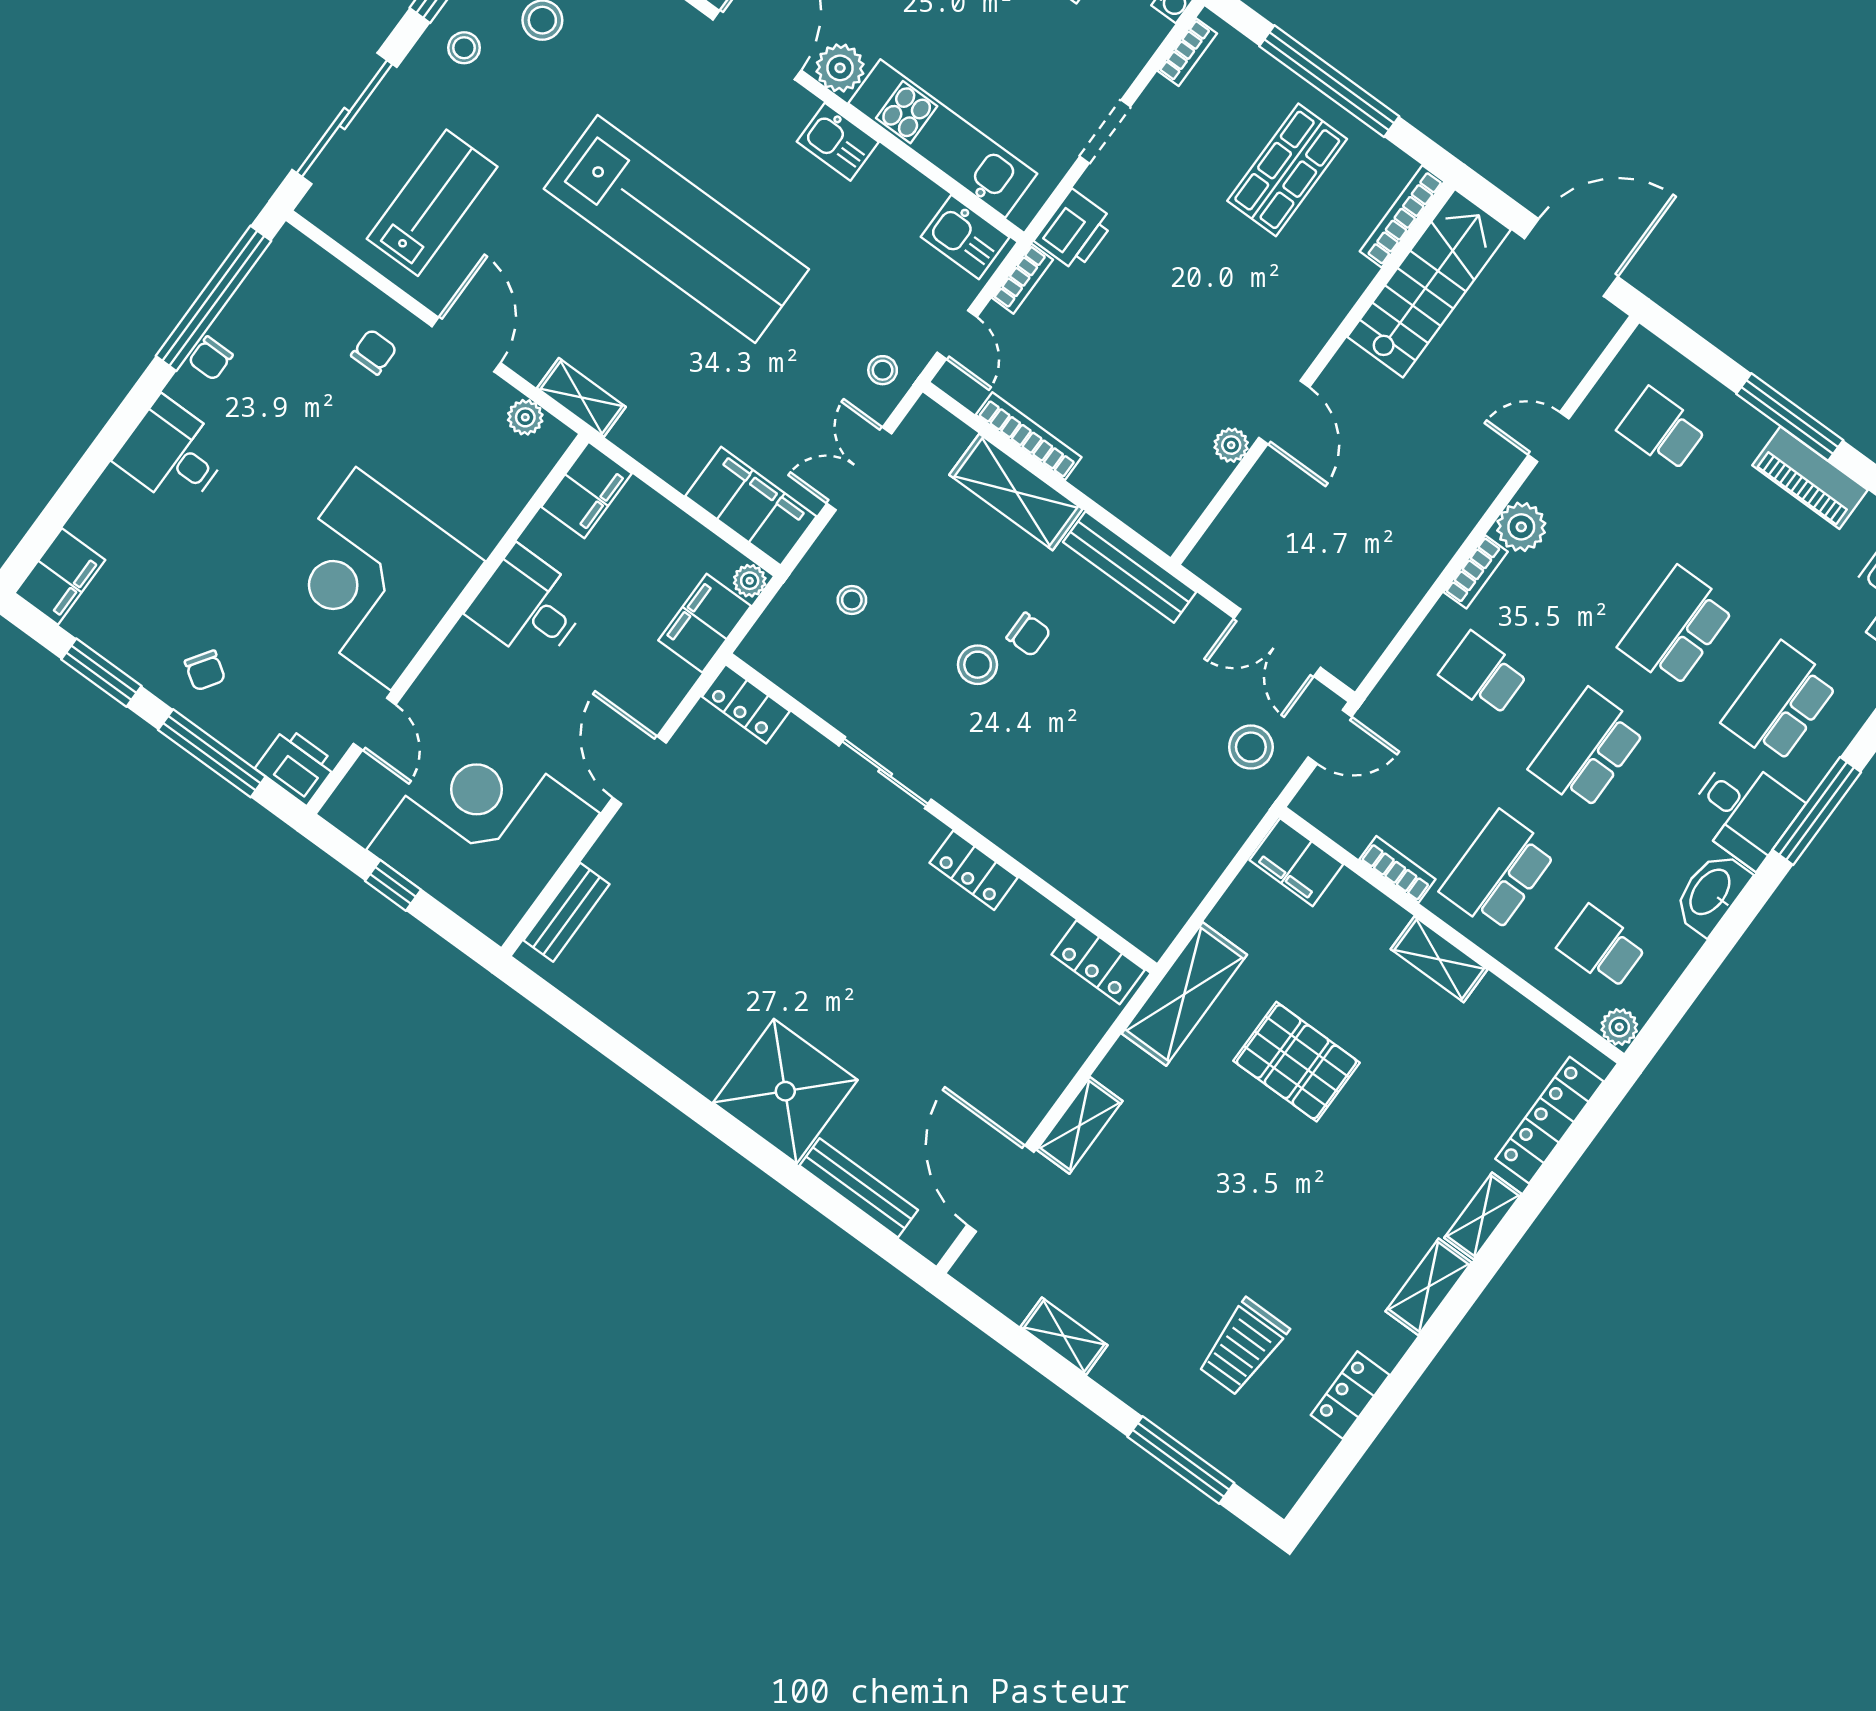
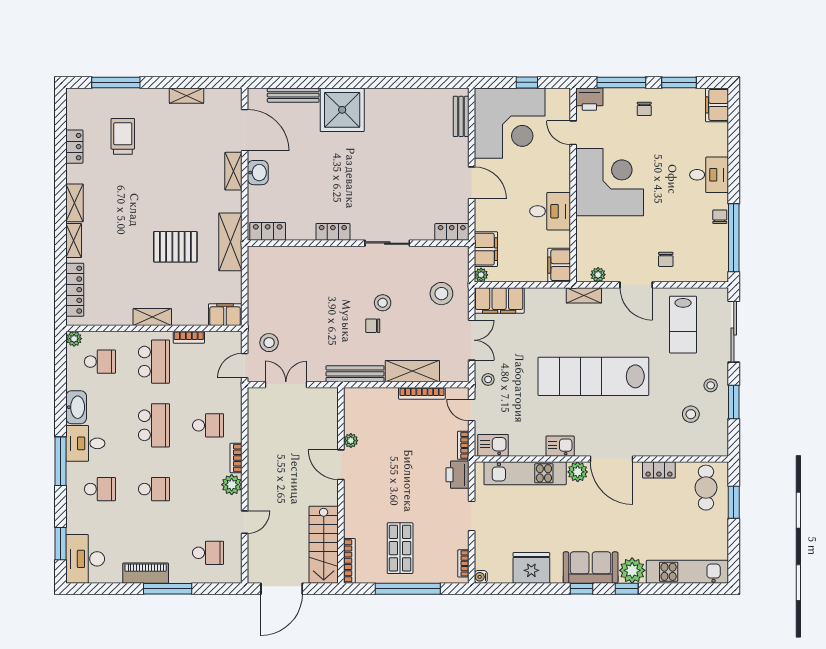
stool: (852, 600) -> (441, 294), width x1.89, depth x1.89
school desk: (1676, 627) -> (154, 489), width x0.54
chair: (205, 671) -> (644, 109), turned -124
school desk: (1780, 703) -> (100, 489), width x0.54
washbasin: (1035, 1089) -> (258, 173), added

